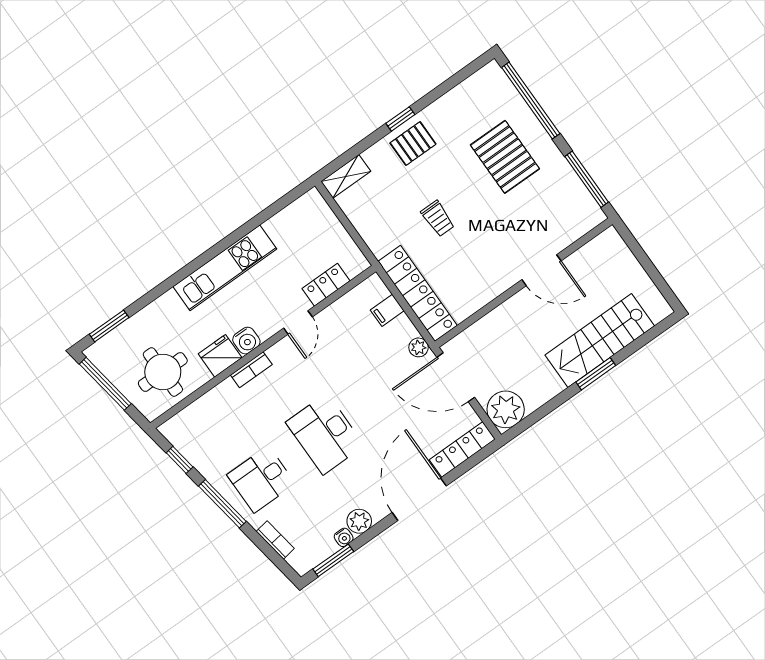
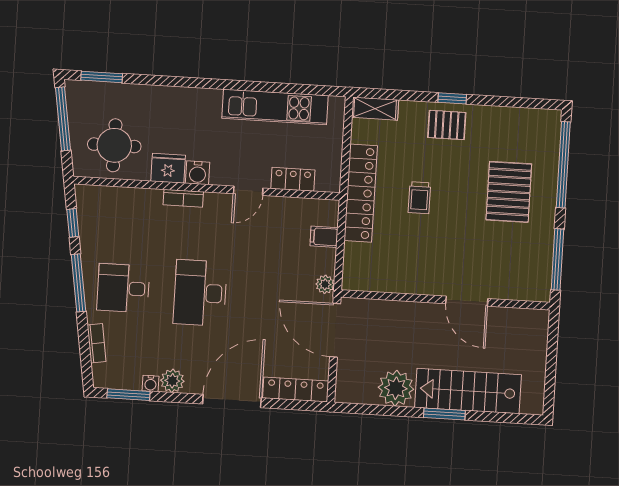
kitchen unit: (225, 268) -> (275, 107), moved
locker: (418, 293) -> (361, 193), moved
plant: (506, 409) -> (396, 388), moved

